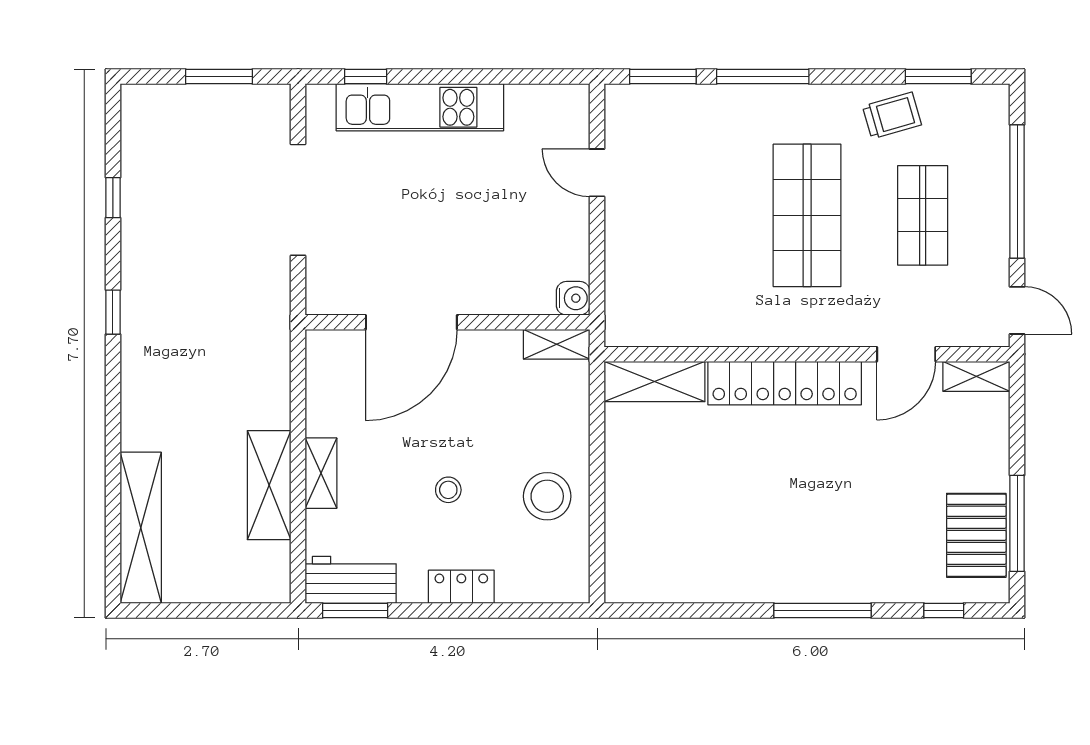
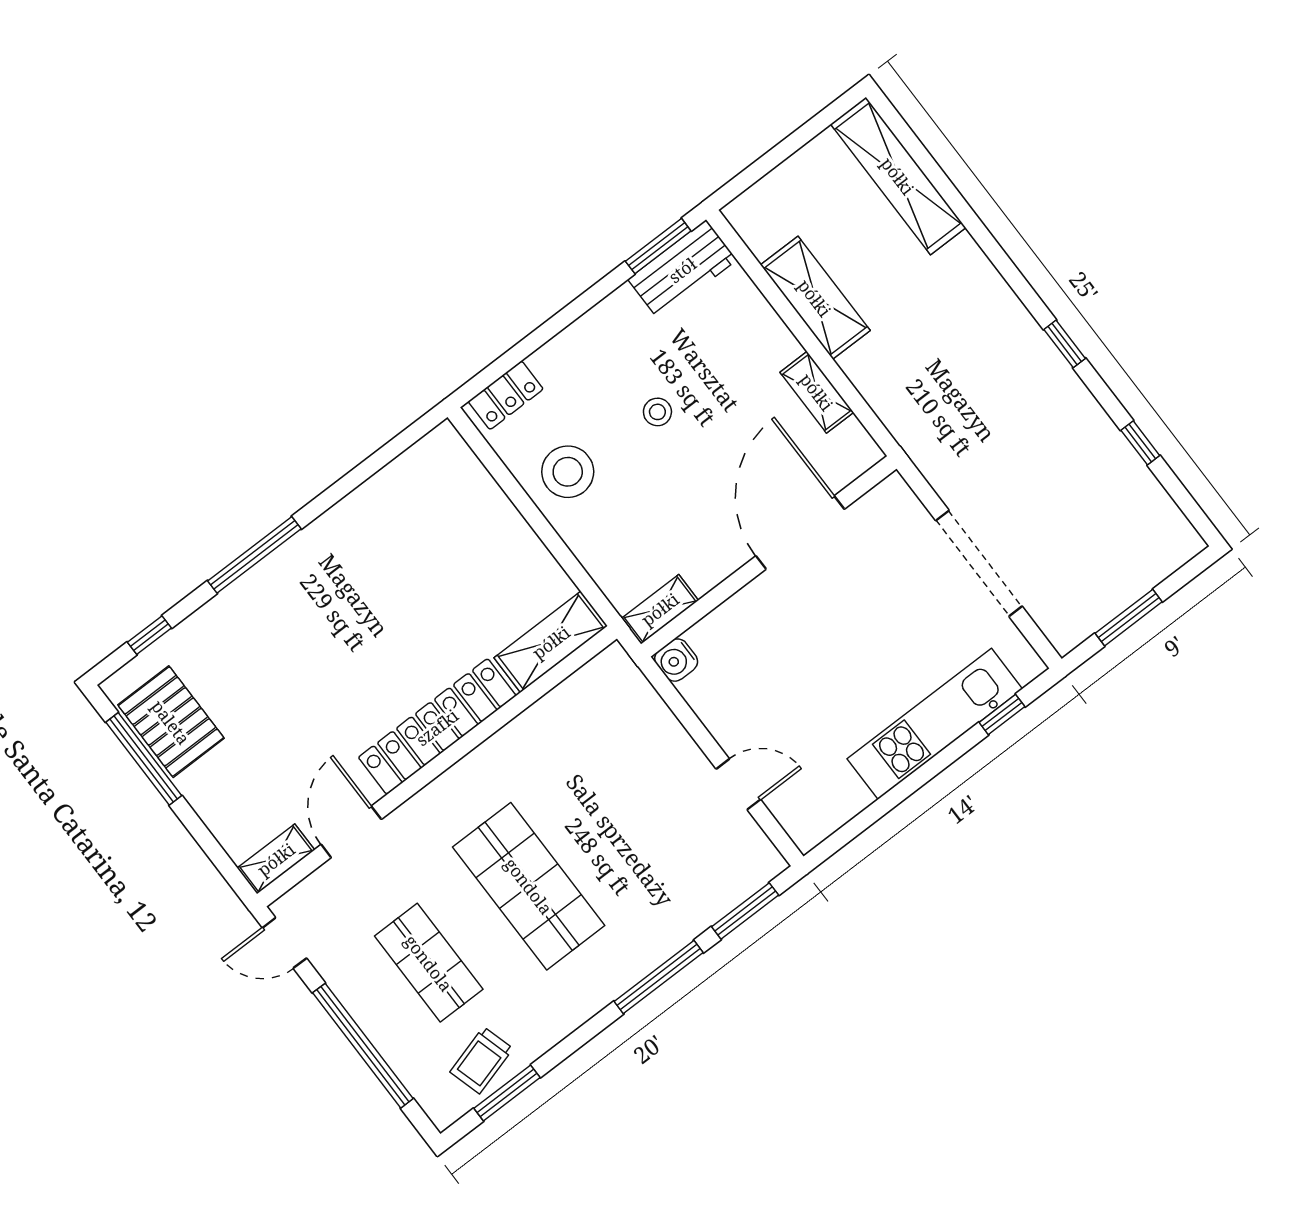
trolley: (892, 116) -> (481, 1060), moved
shelving: (321, 473) -> (817, 392), moved
locker: (461, 587) -> (506, 395), moved

